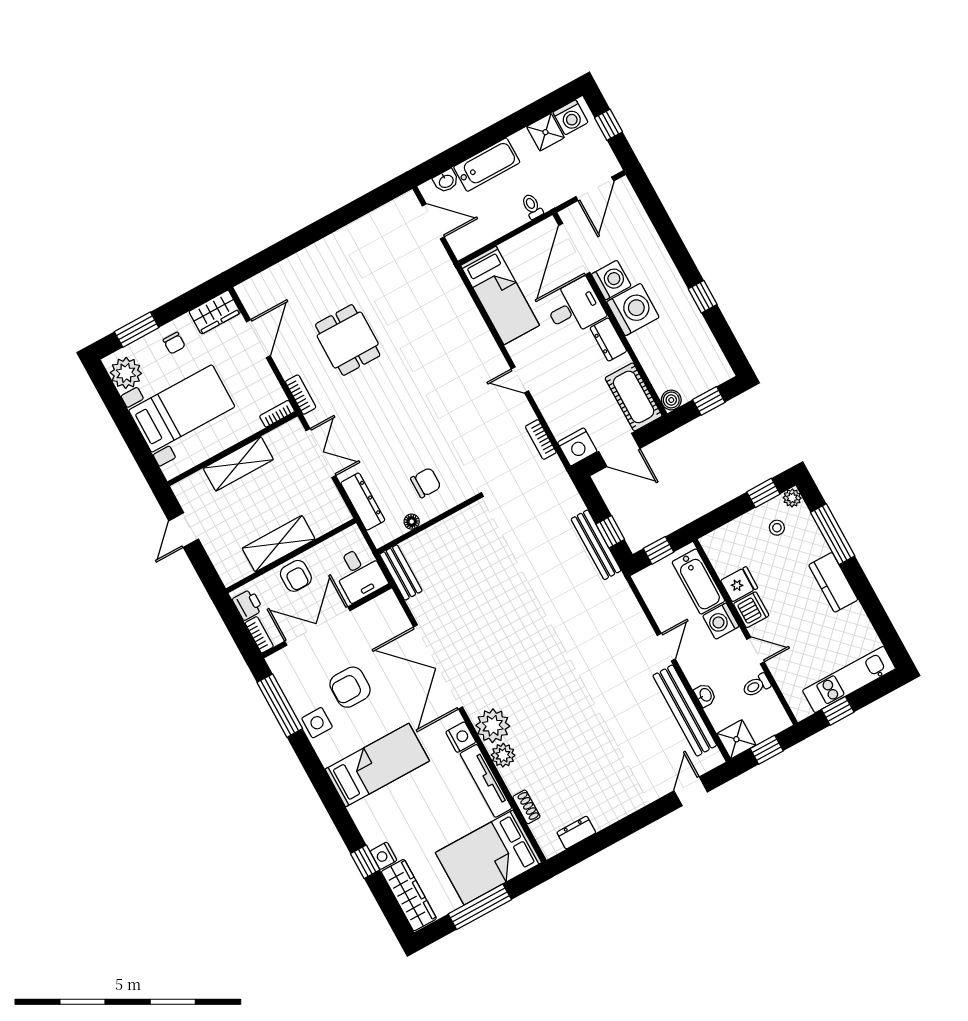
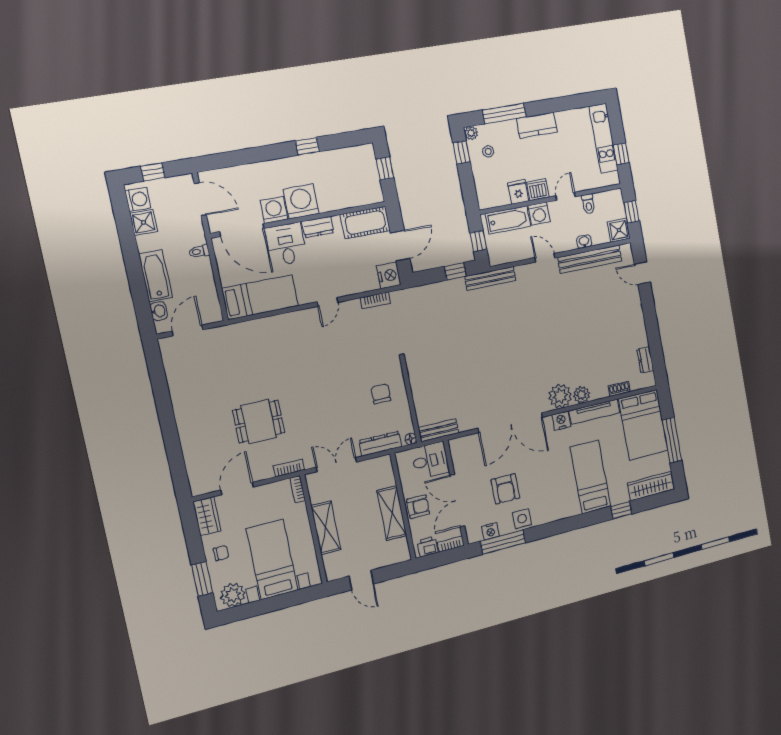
door: (258, 339) -> (237, 488), hinge flipped
boiler: (671, 400) -> (376, 196), removed
floor lamp: (412, 522) -> (411, 439), moved
bench: (596, 545) -> (490, 278), moved
bed: (377, 765) -> (590, 477), moved
nightstand: (383, 856) -> (490, 531), moved

